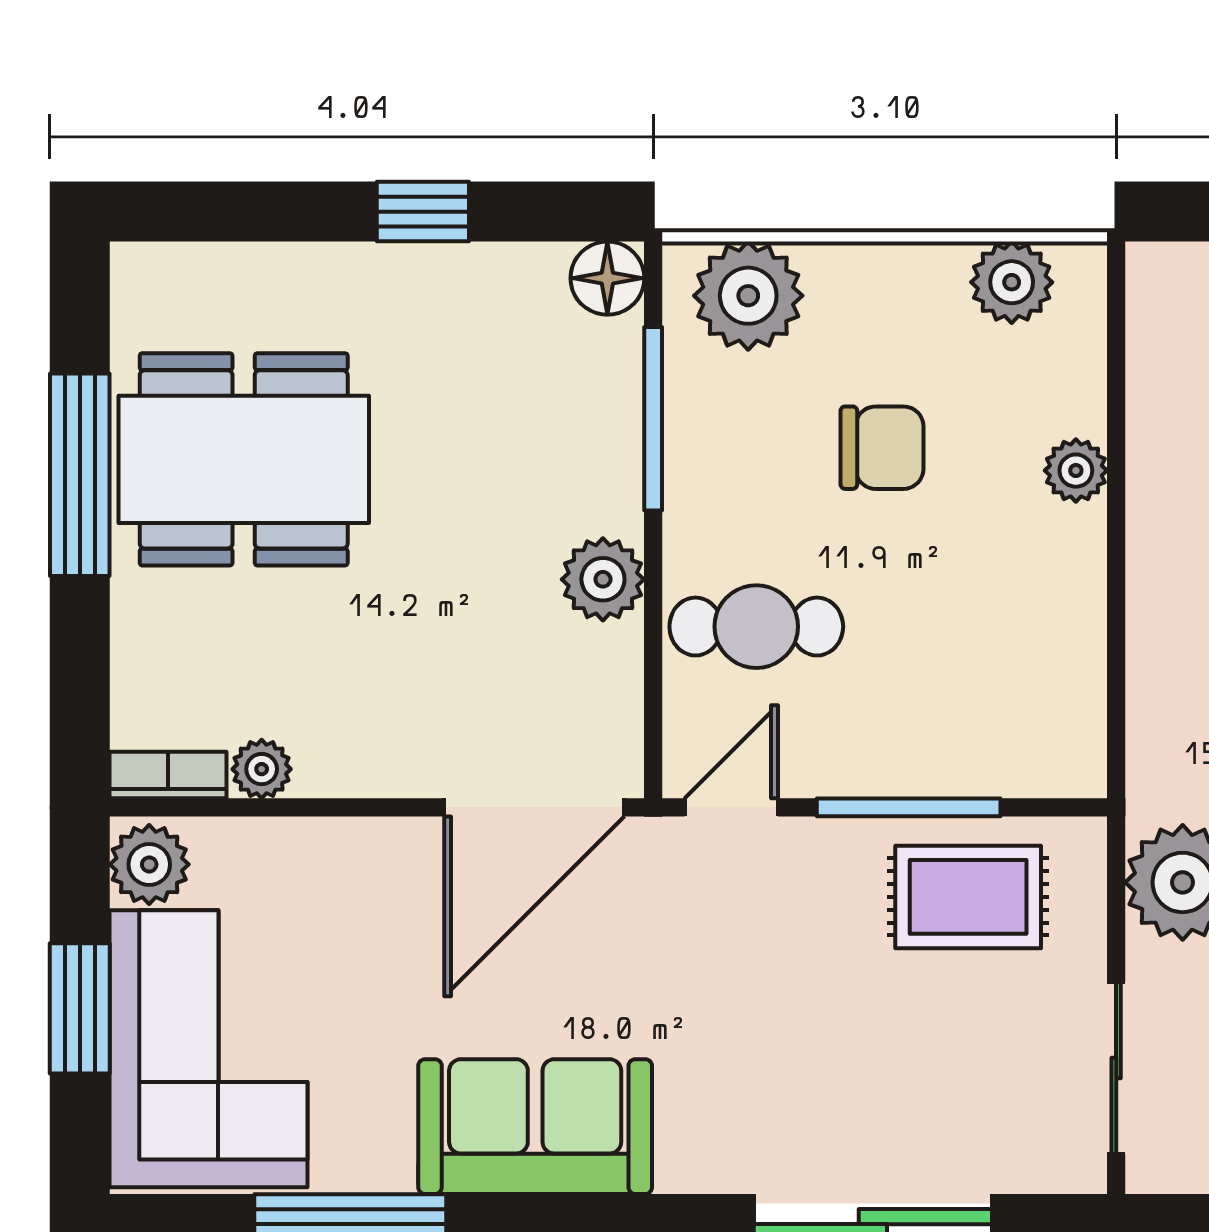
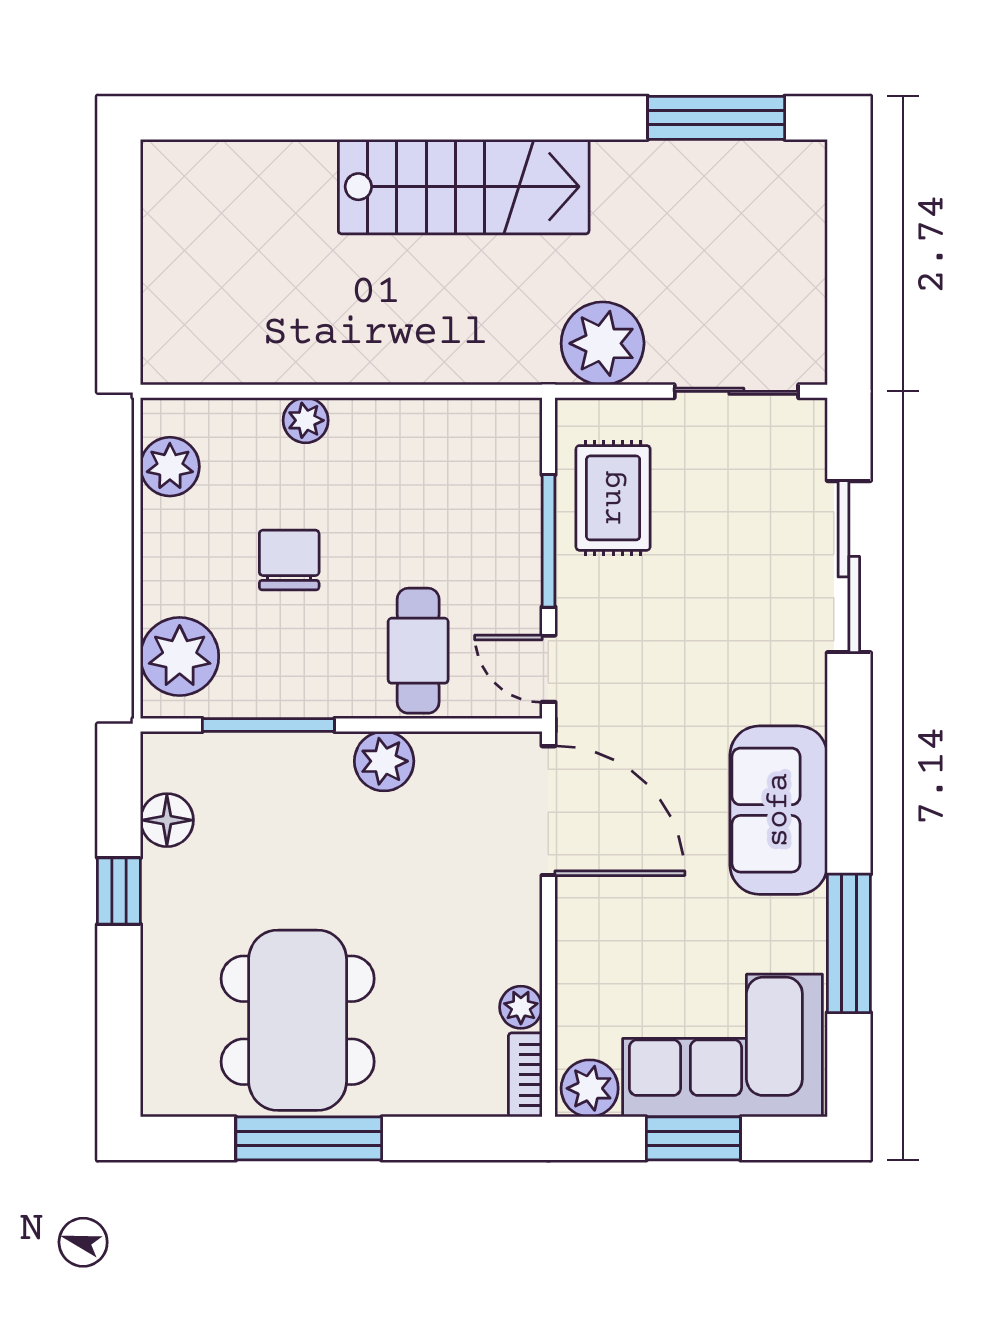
floor lamp: (607, 278) -> (167, 820), moved

